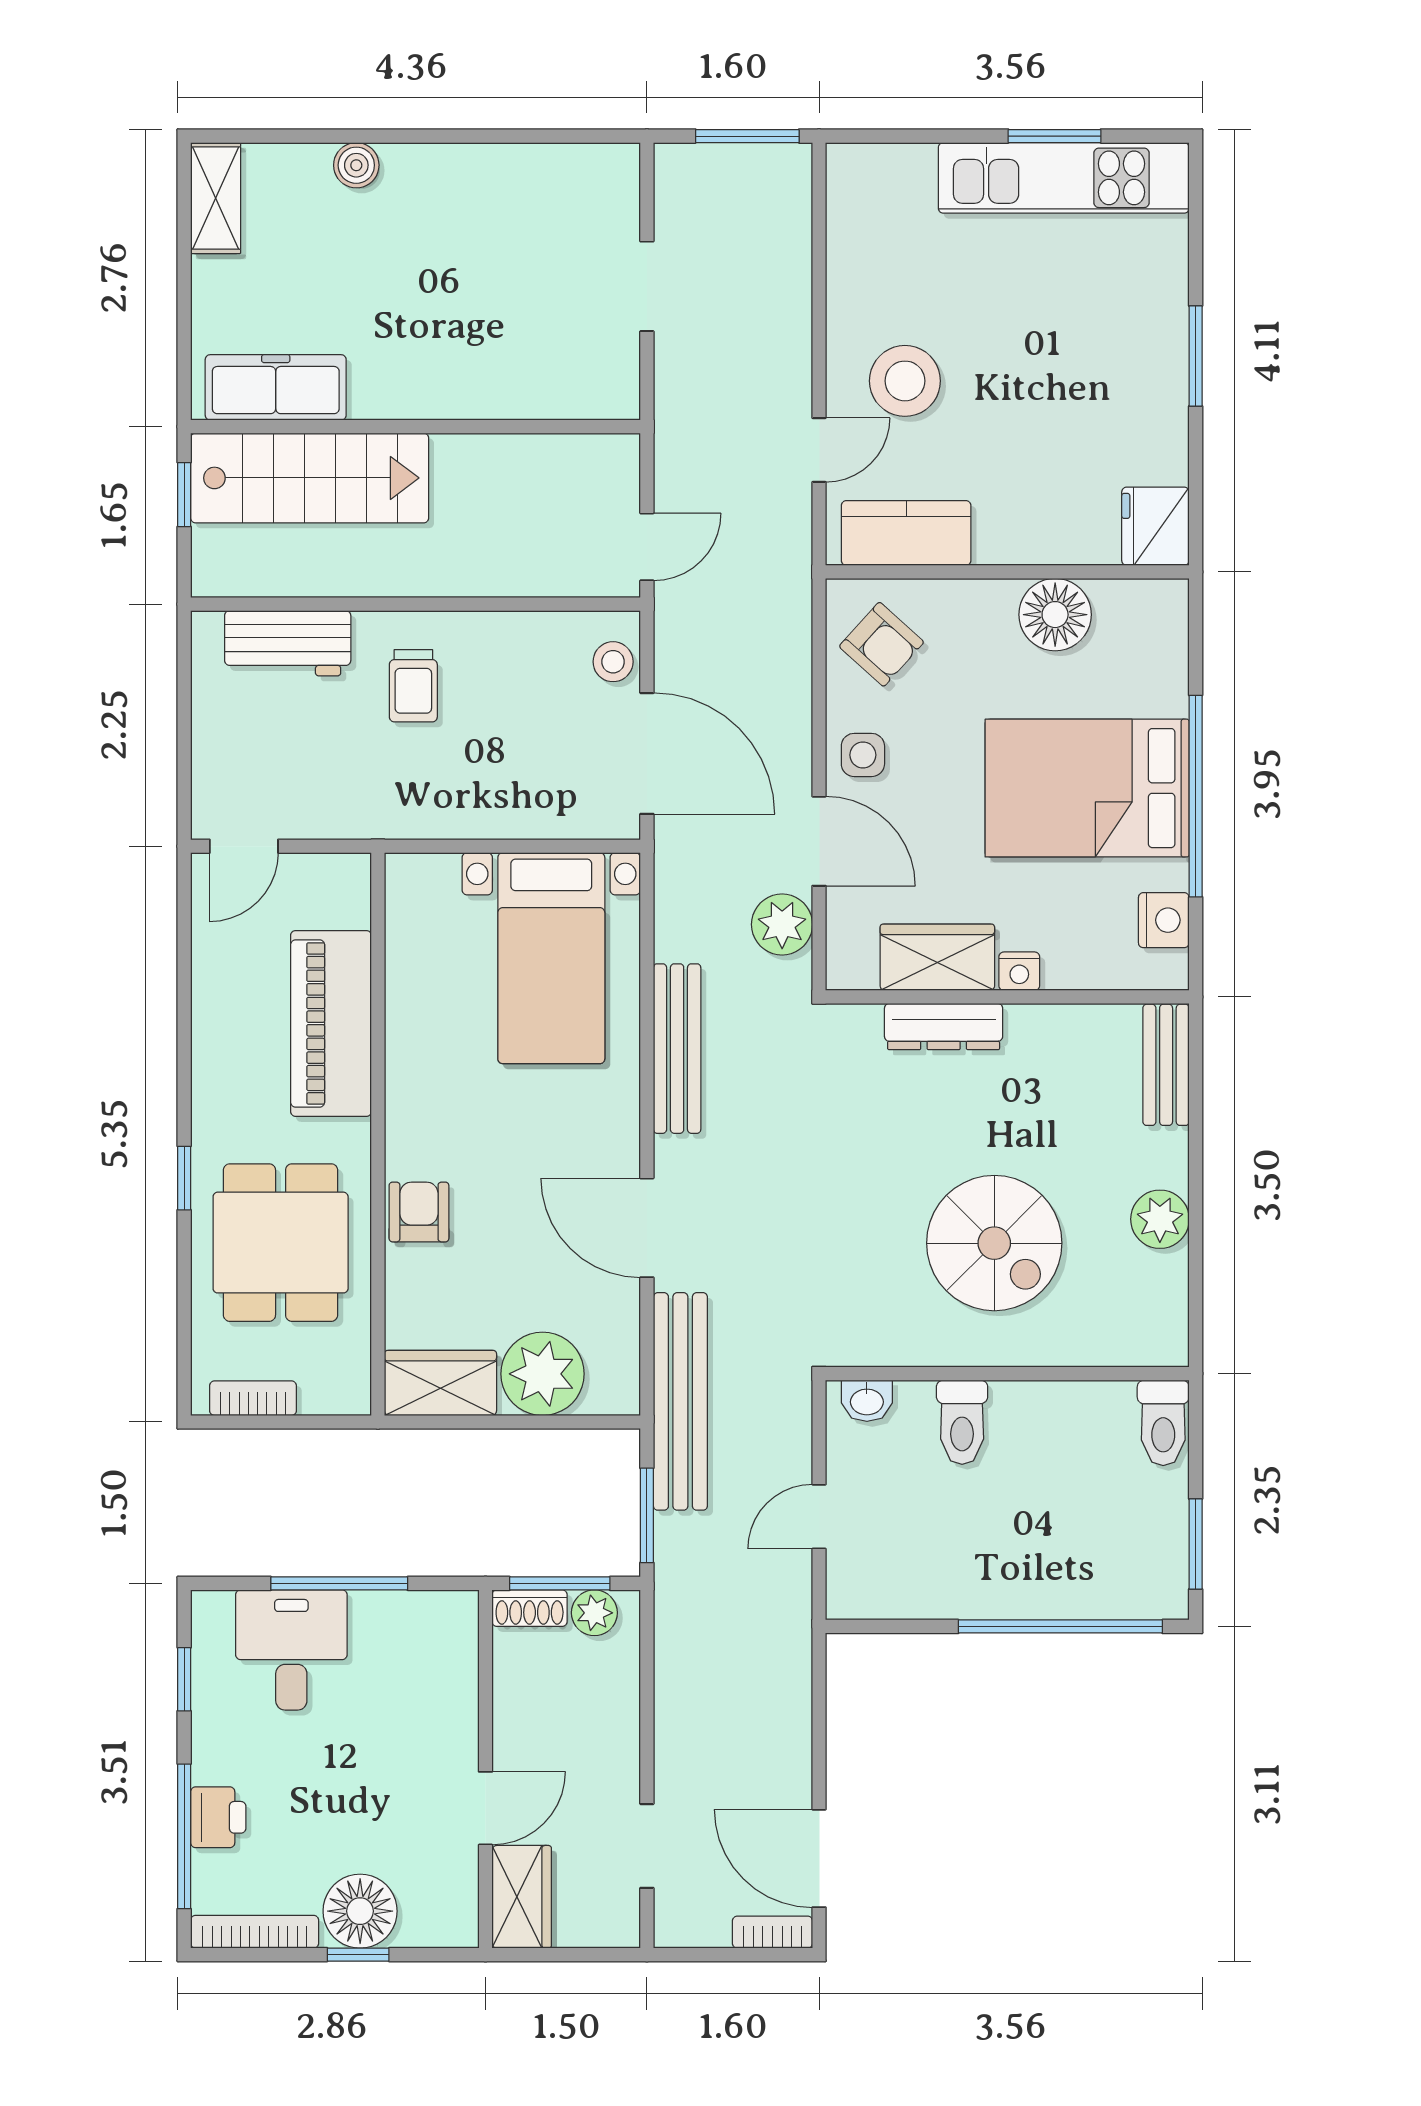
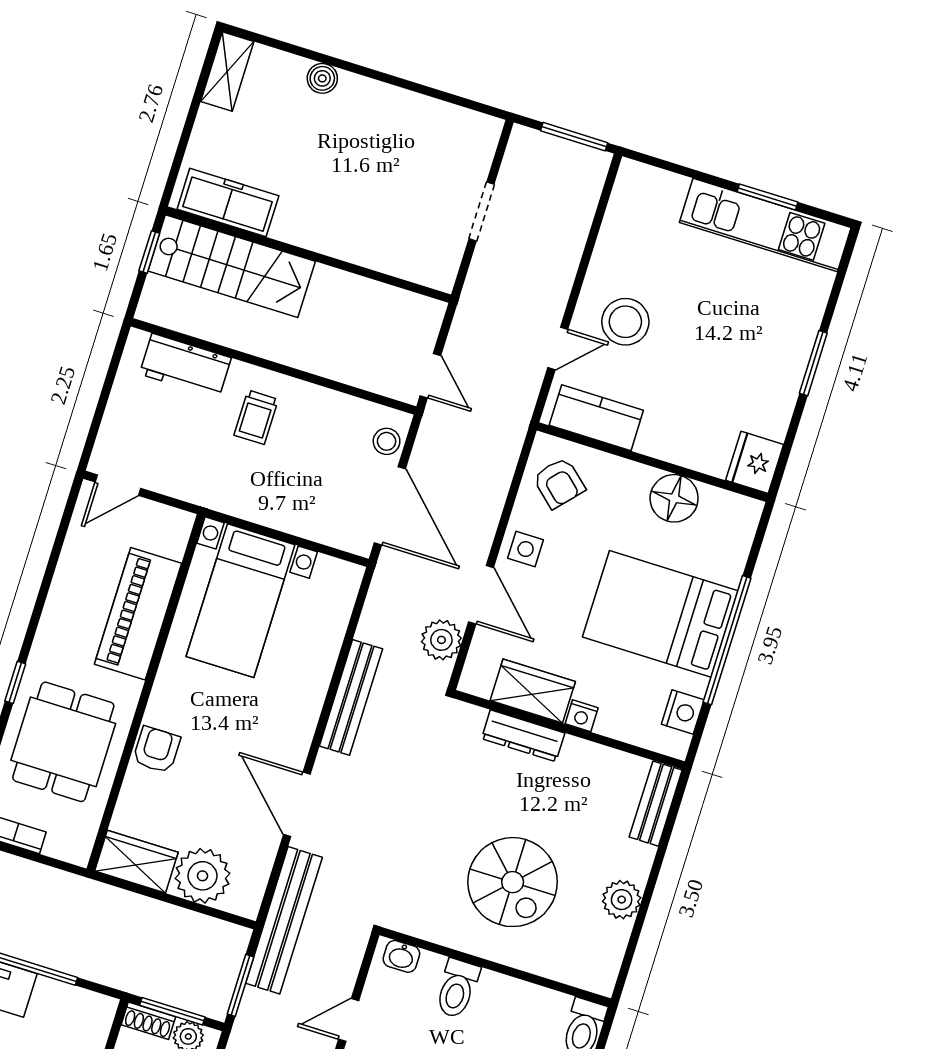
door: (647, 547) -> (430, 376), hinge flipped
bed with nightstands: (551, 958) -> (241, 601), moved

